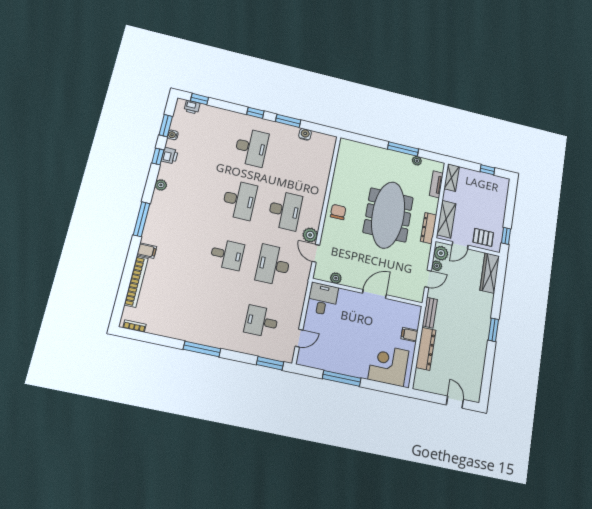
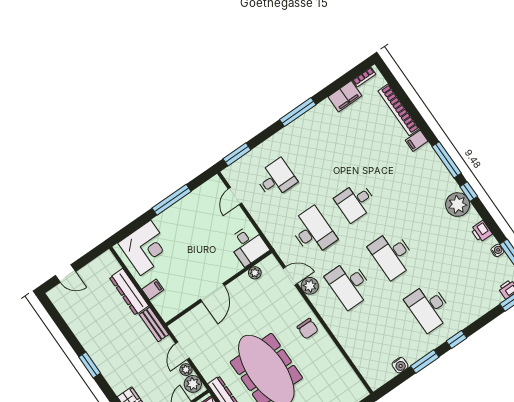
window: (158, 156) -> (469, 192), moved
plant: (161, 185) -> (458, 205), width x1.87, depth x1.87
filing cabinet: (161, 327) -> (345, 96), added

